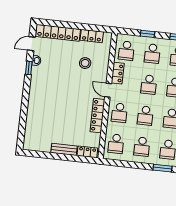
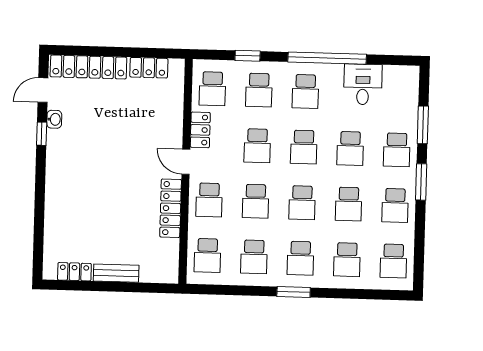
stool: (85, 63) -> (141, 117), removed
locker: (87, 152) -> (74, 272), moved

